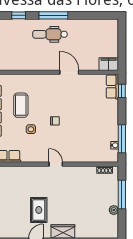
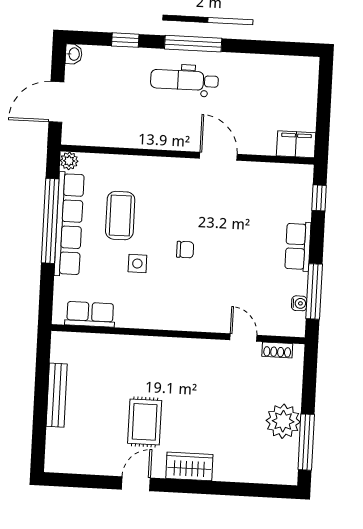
row of seats: (112, 87) -> (298, 246), moved
door: (56, 164) -> (243, 338), moved
window: (122, 195) -> (306, 442), moved
plant: (114, 210) -> (283, 421), width x1.87, depth x1.87

